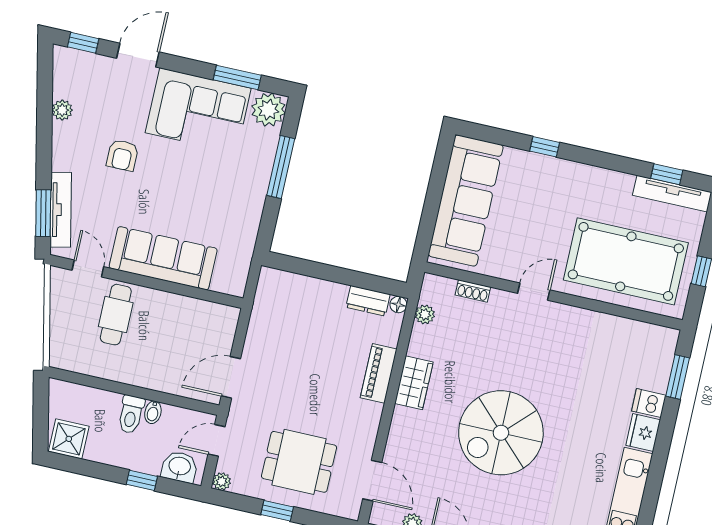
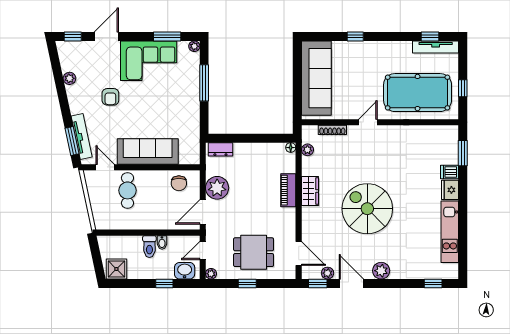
plant: (268, 110) -> (194, 46), width x0.53, depth x0.53
shoe rack: (473, 291) -> (332, 130), width x1.43
dresser: (368, 301) -> (220, 149), moved
chair: (202, 322) -> (179, 183), added
plant: (263, 343) -> (217, 188), added
spiral stairs: (501, 433) -> (367, 209), turned 90

